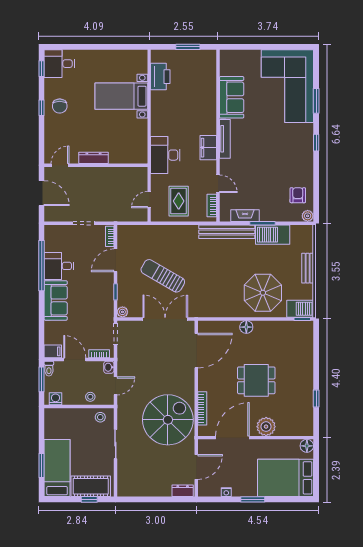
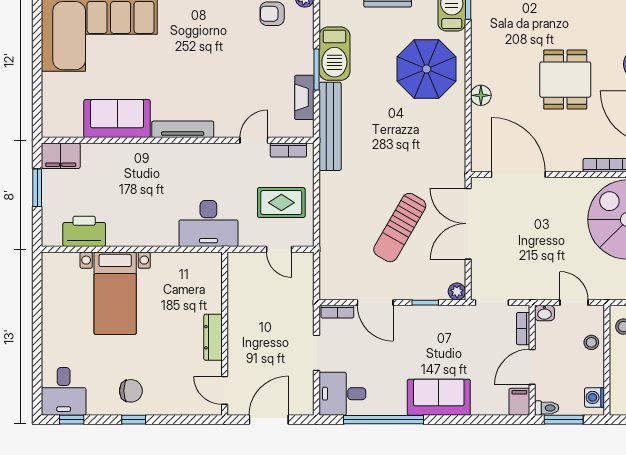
filing cabinet: (208, 148) -> (61, 156), moved
desk: (59, 266) -> (342, 394), moved, turned 90

